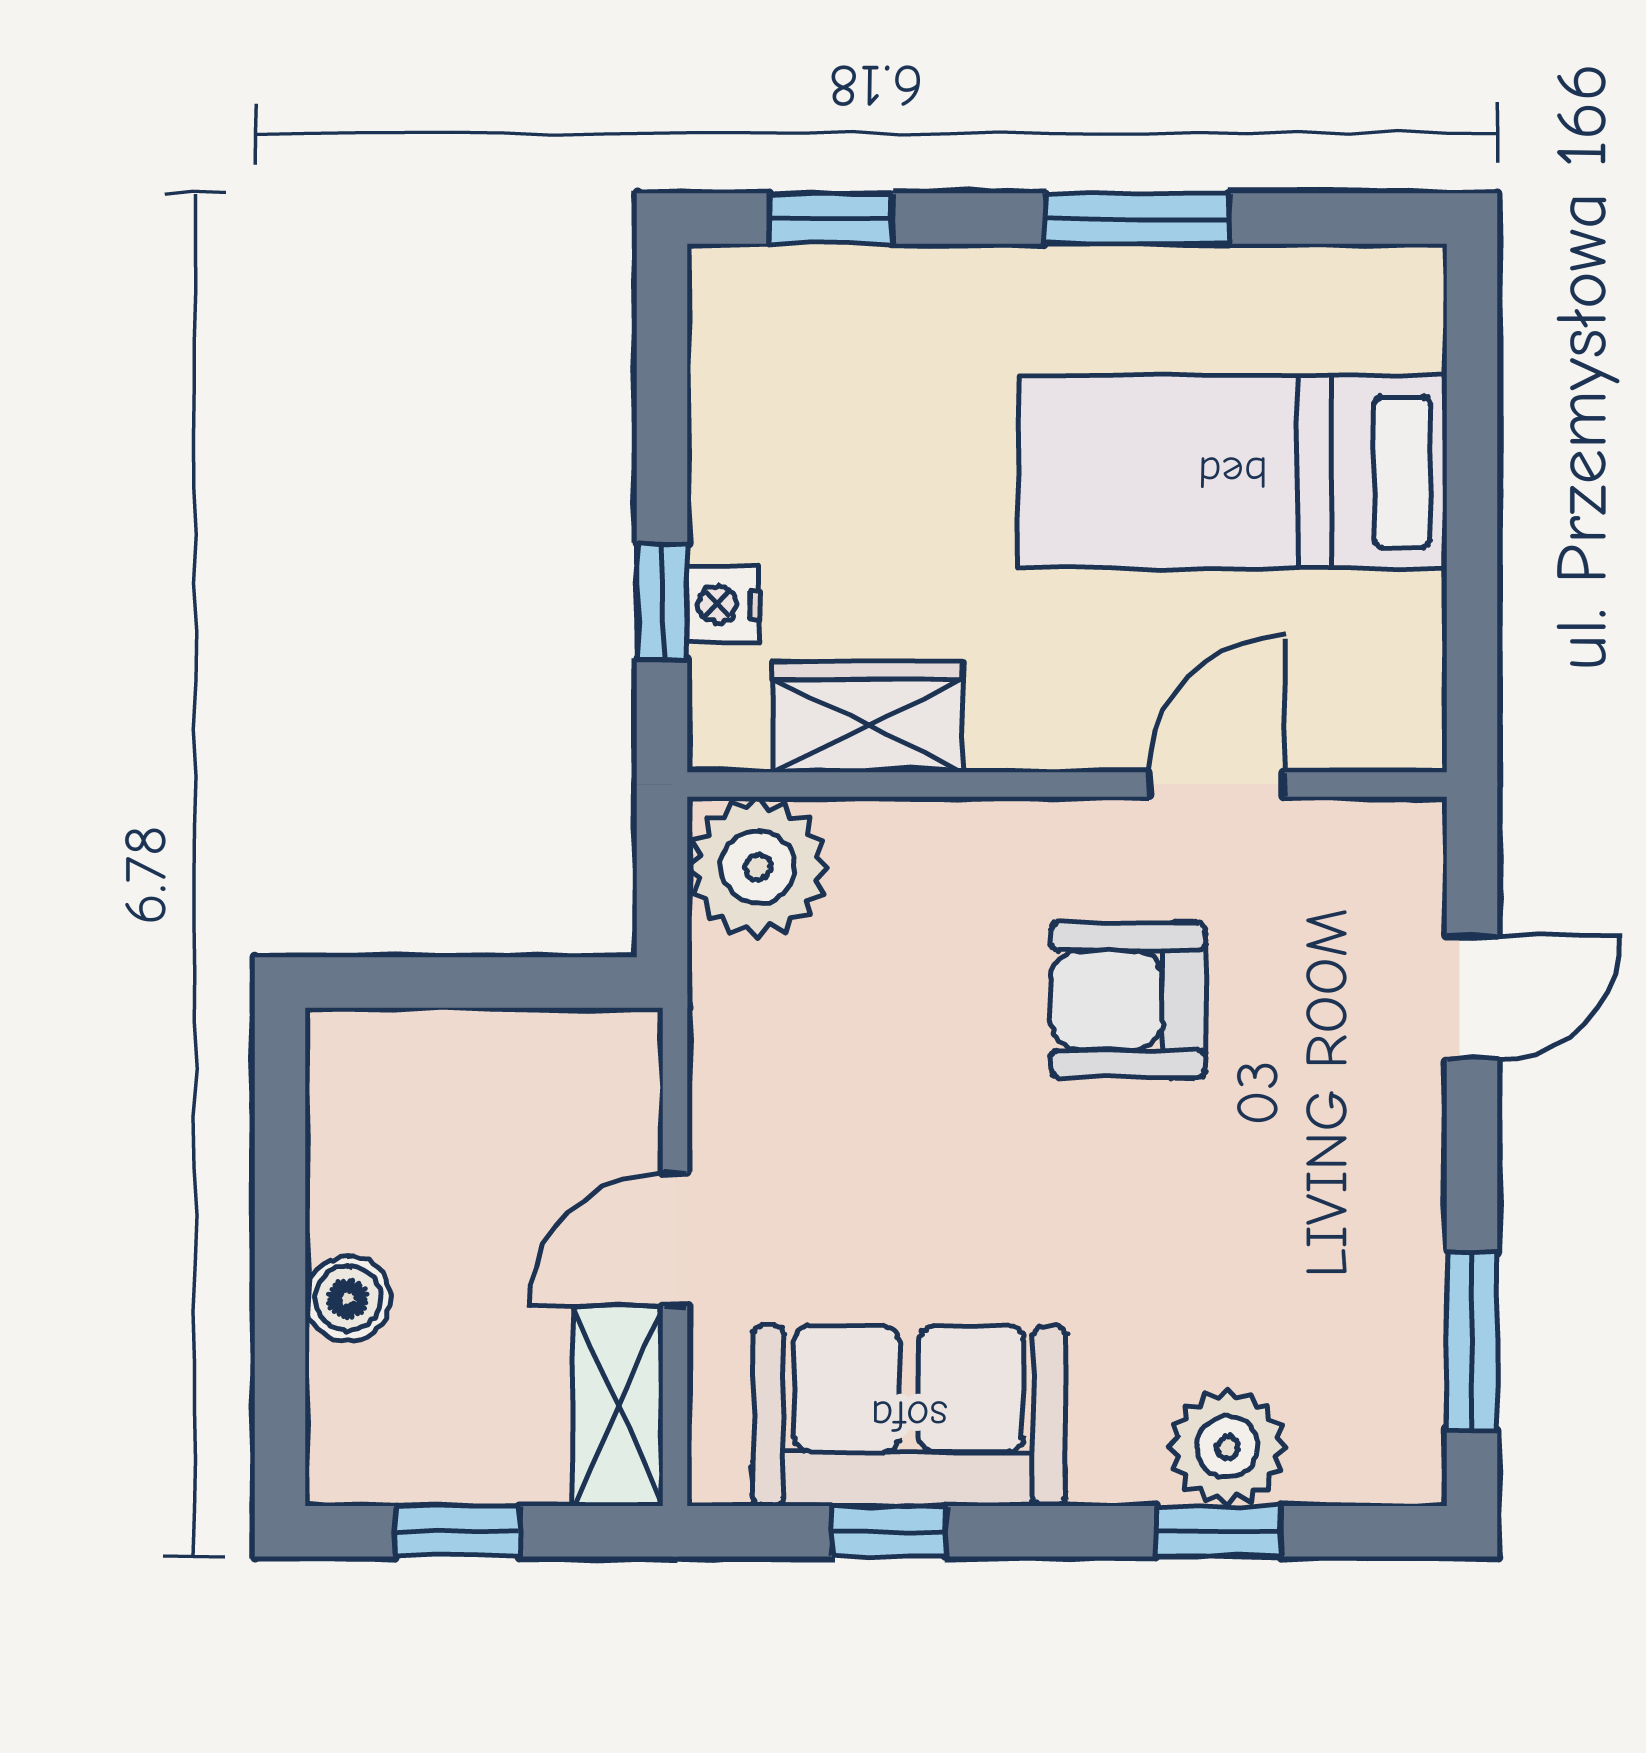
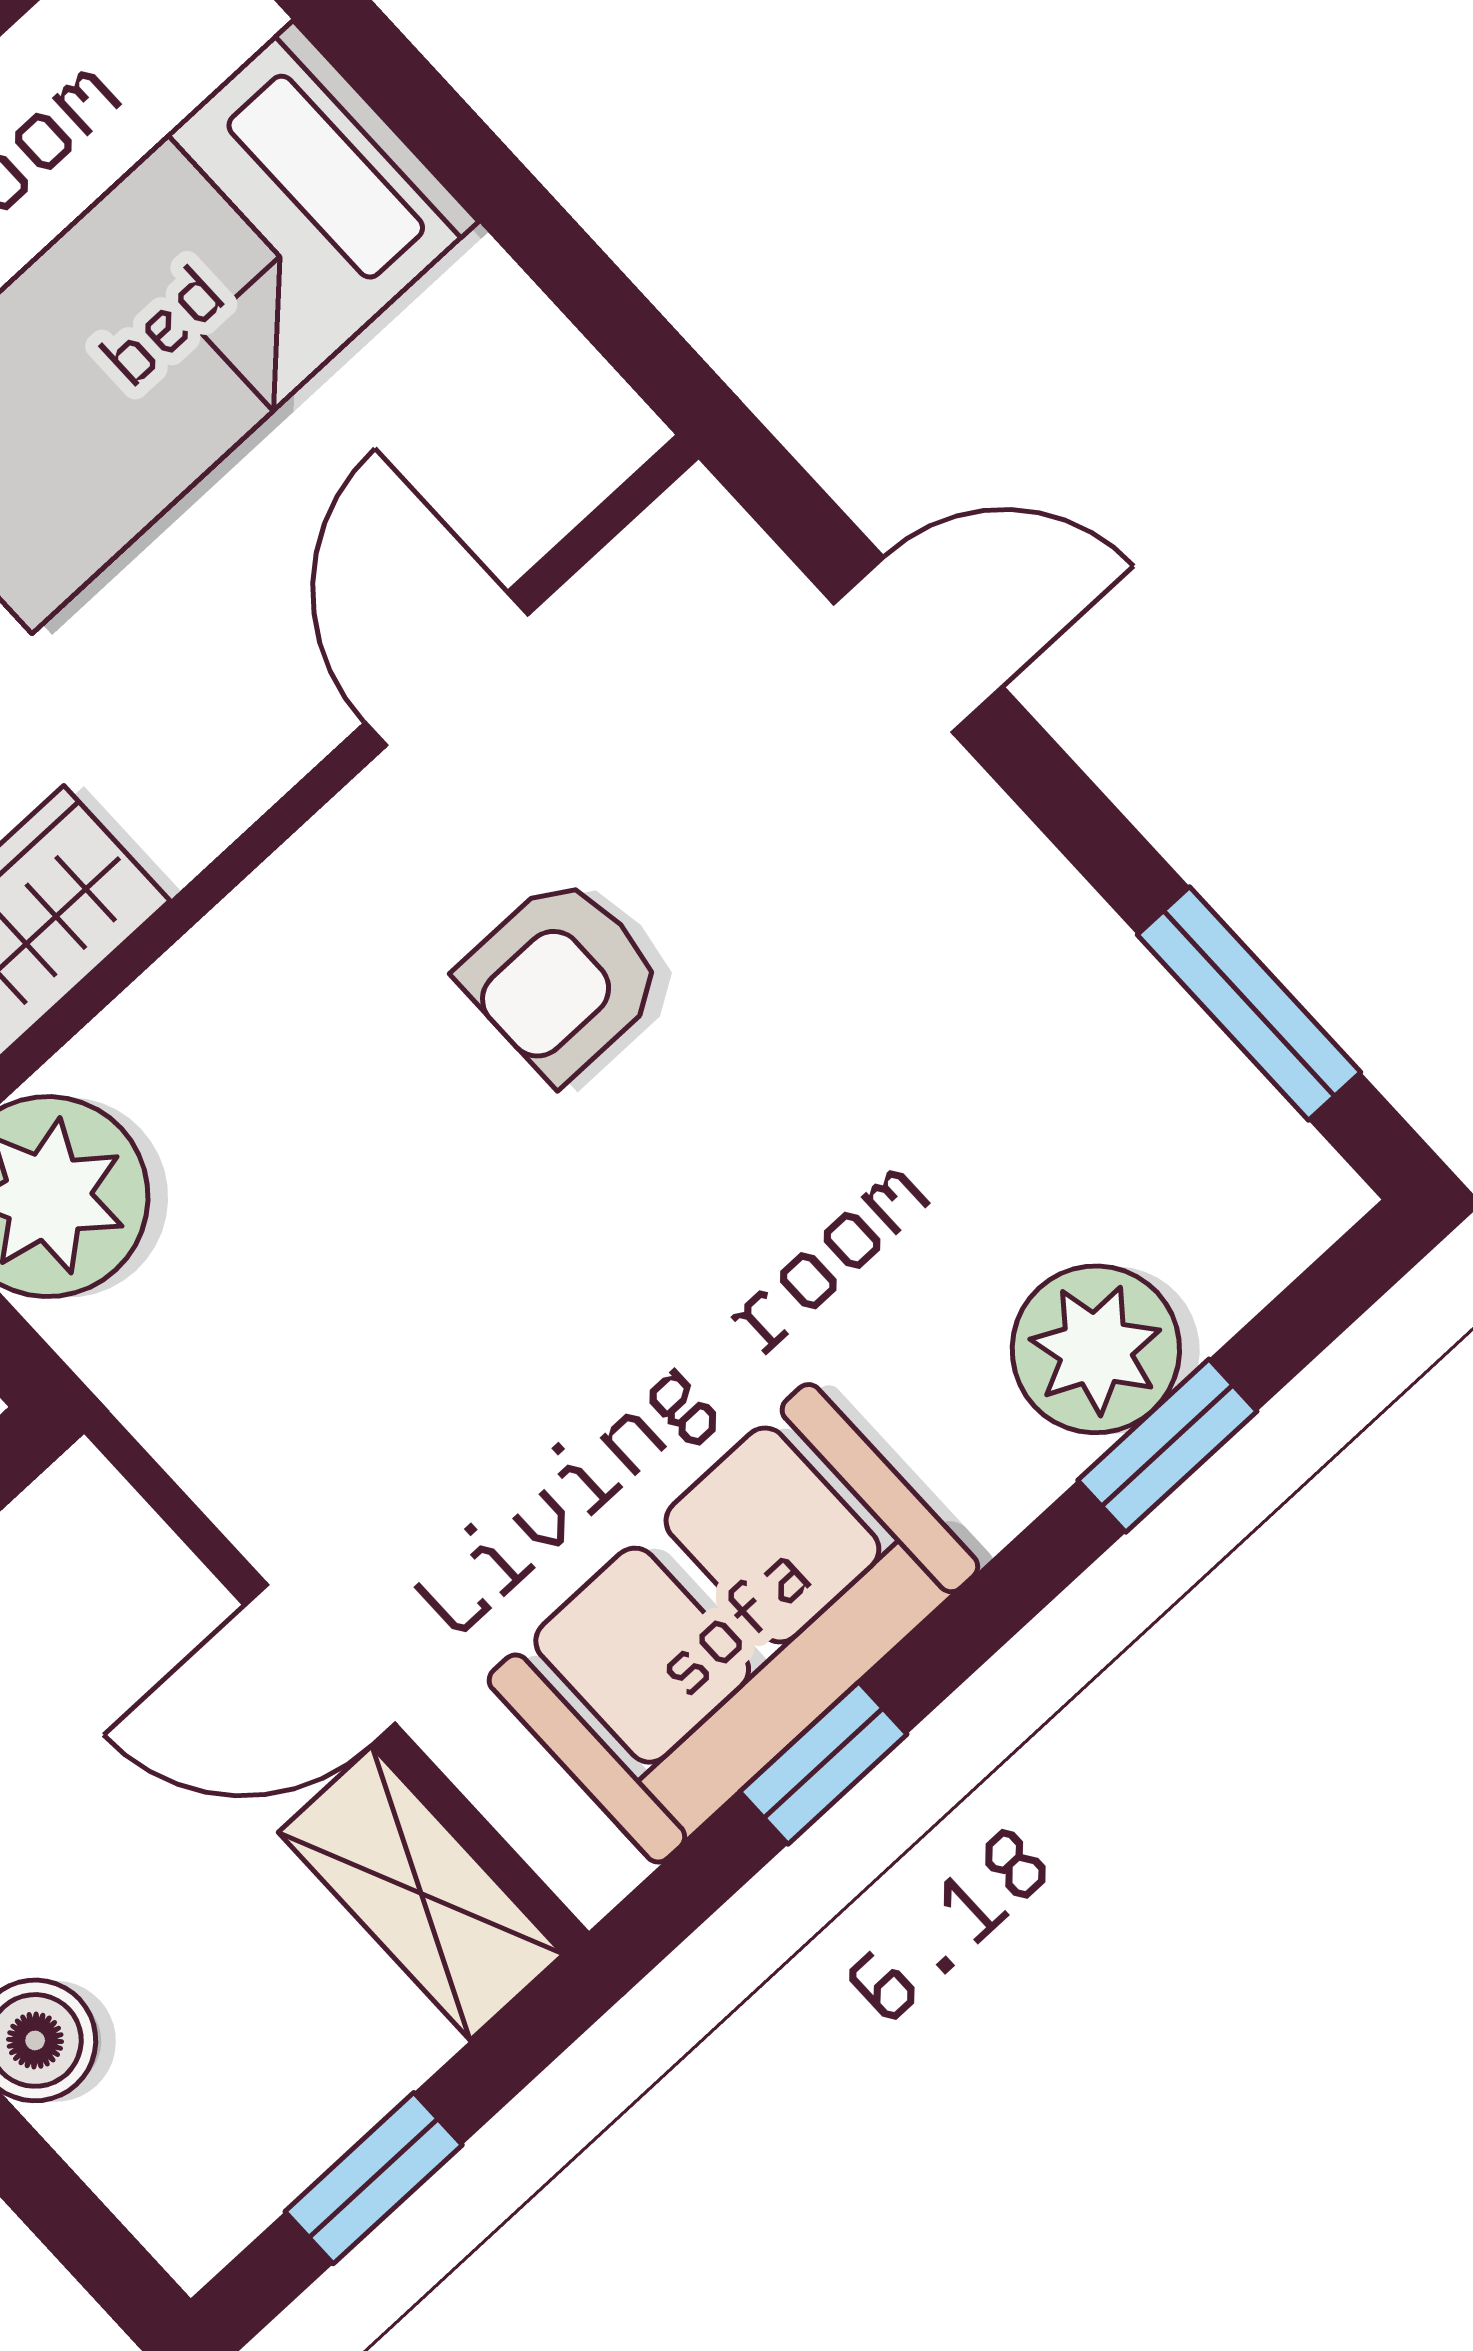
door: (1472, 997) -> (918, 645), hinge flipped
armchair: (1128, 1000) -> (562, 979), width x0.72, depth x0.72
door: (675, 1240) -> (320, 1664), hinge flipped

